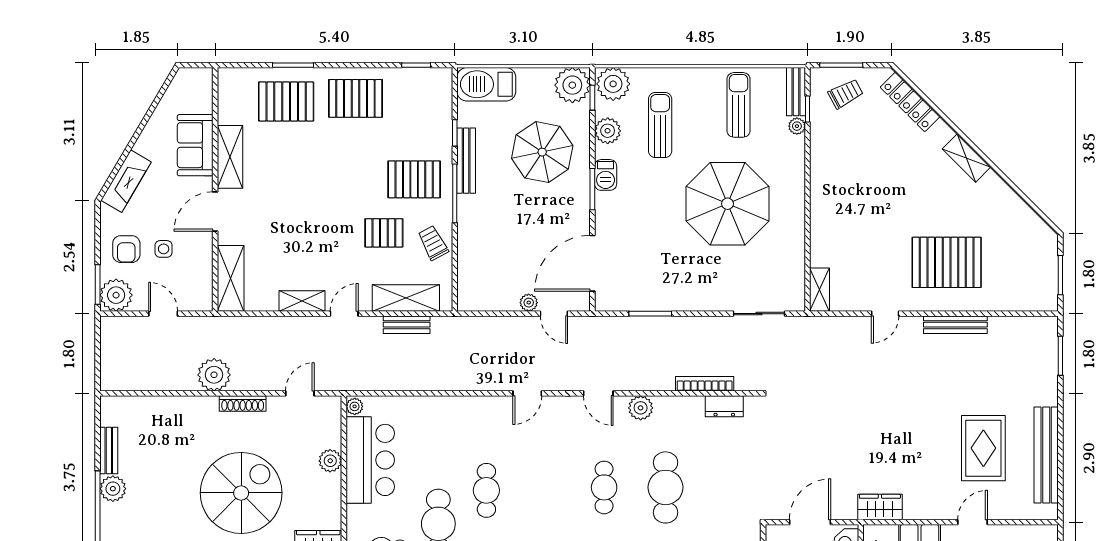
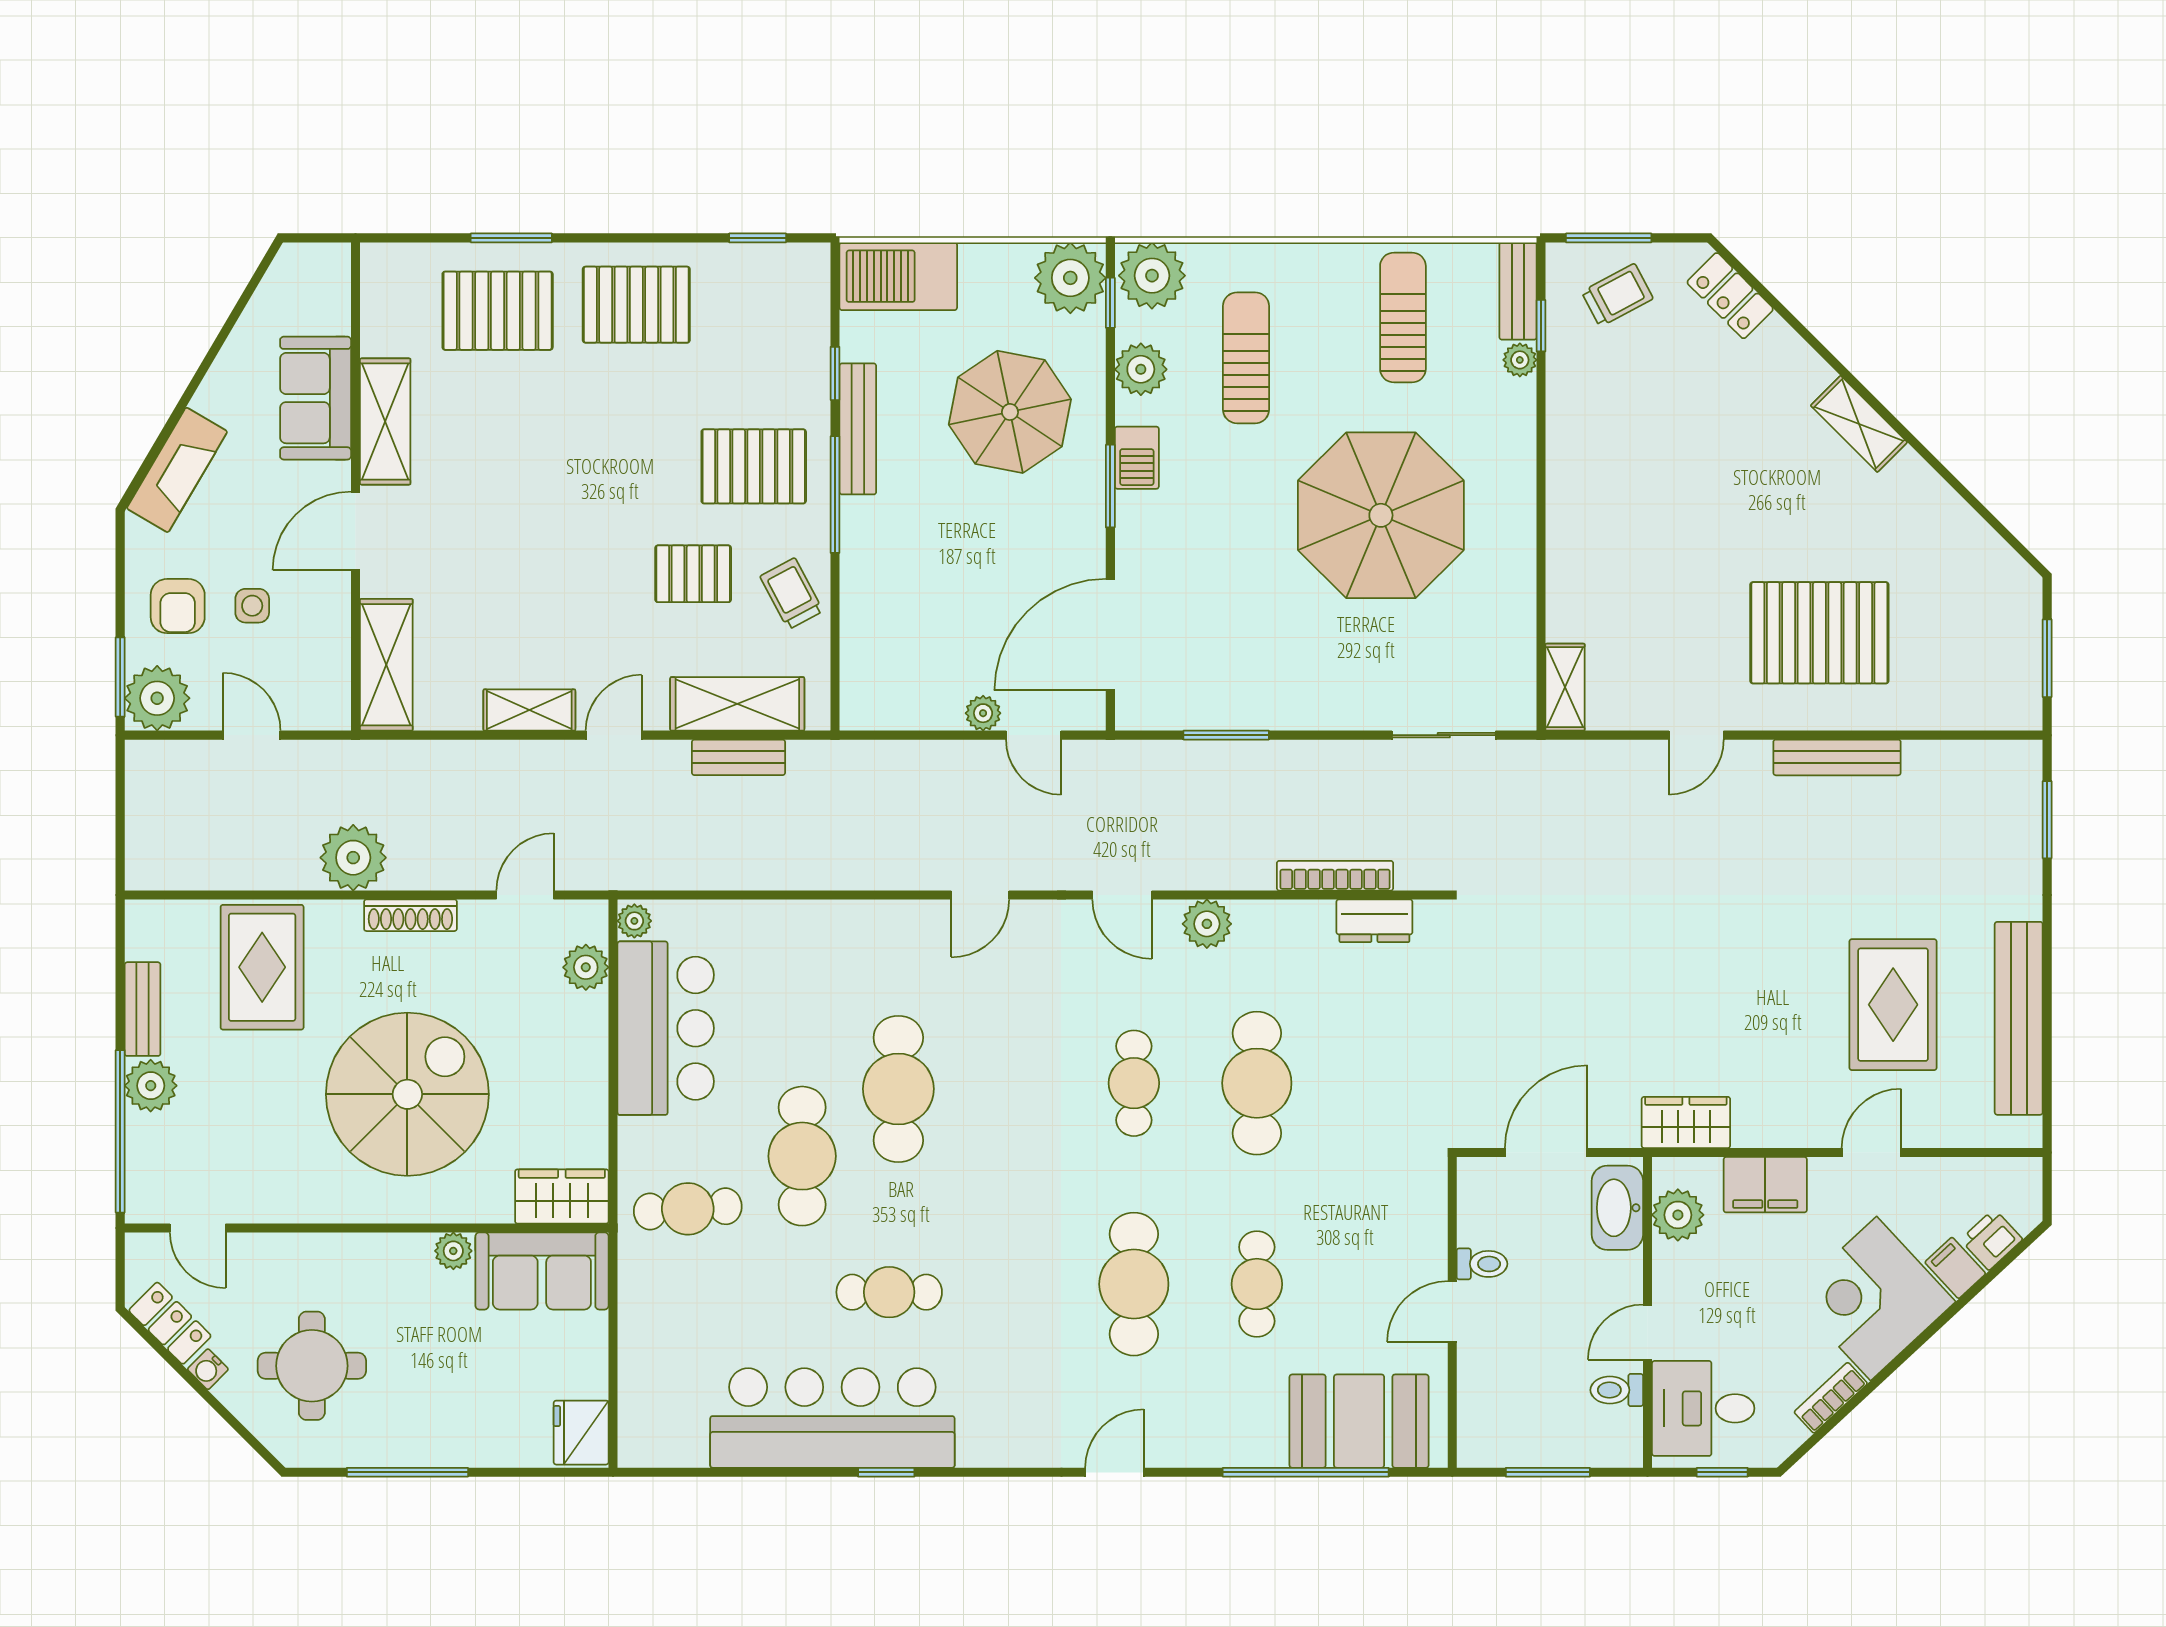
locker: (910, 102) -> (1730, 296), width x0.66
rug: (169, 430) -> (262, 967), added
plant: (330, 461) -> (586, 967), moved
cafe table: (486, 490) -> (898, 1089), width x1.37, depth x1.35

